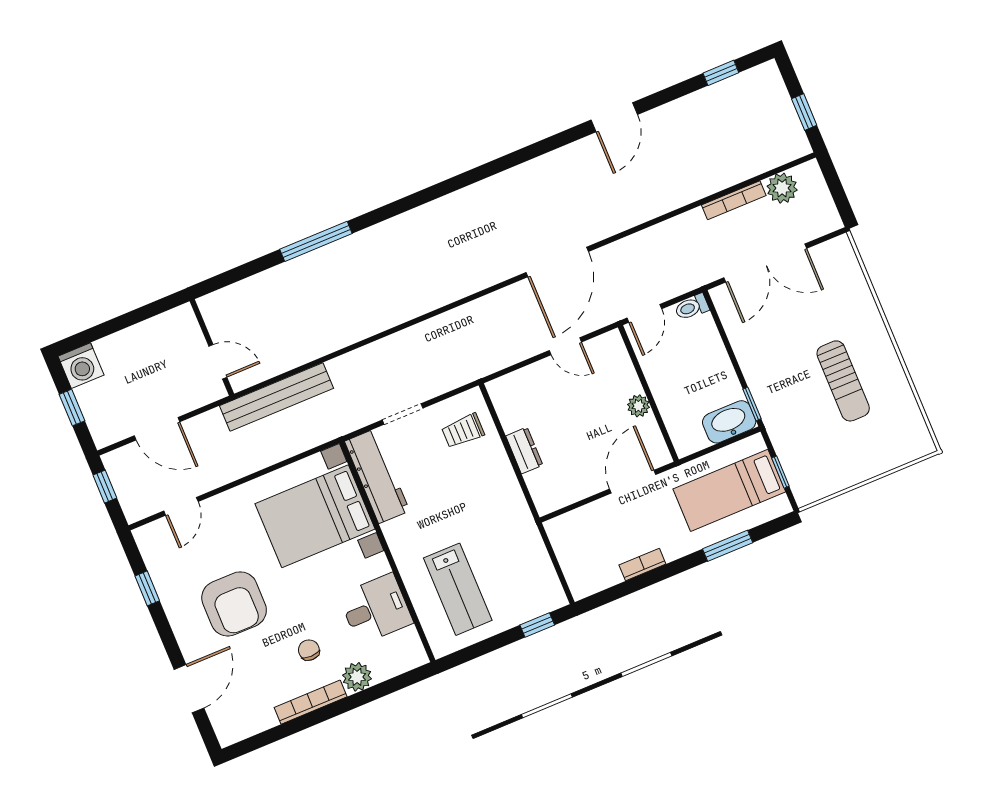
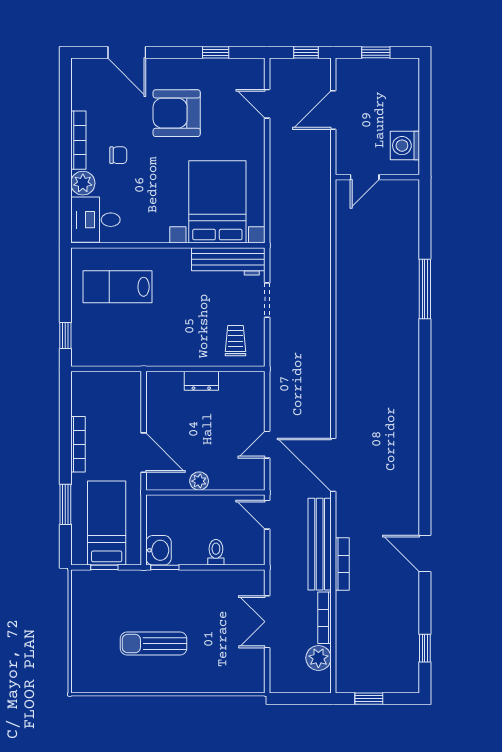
bookcase: (665, 205) -> (342, 564), added
double door: (765, 263) -> (267, 622), width x0.73
toilet: (692, 307) -> (216, 552), moved
washing machine: (81, 366) -> (405, 146), moved
bench: (277, 397) -> (320, 544), moved
washbasin: (729, 422) -> (158, 550), width x0.72
bookcase: (642, 564) -> (78, 444), width x1.56
desk: (376, 609) -> (95, 220), moved, turned 90

